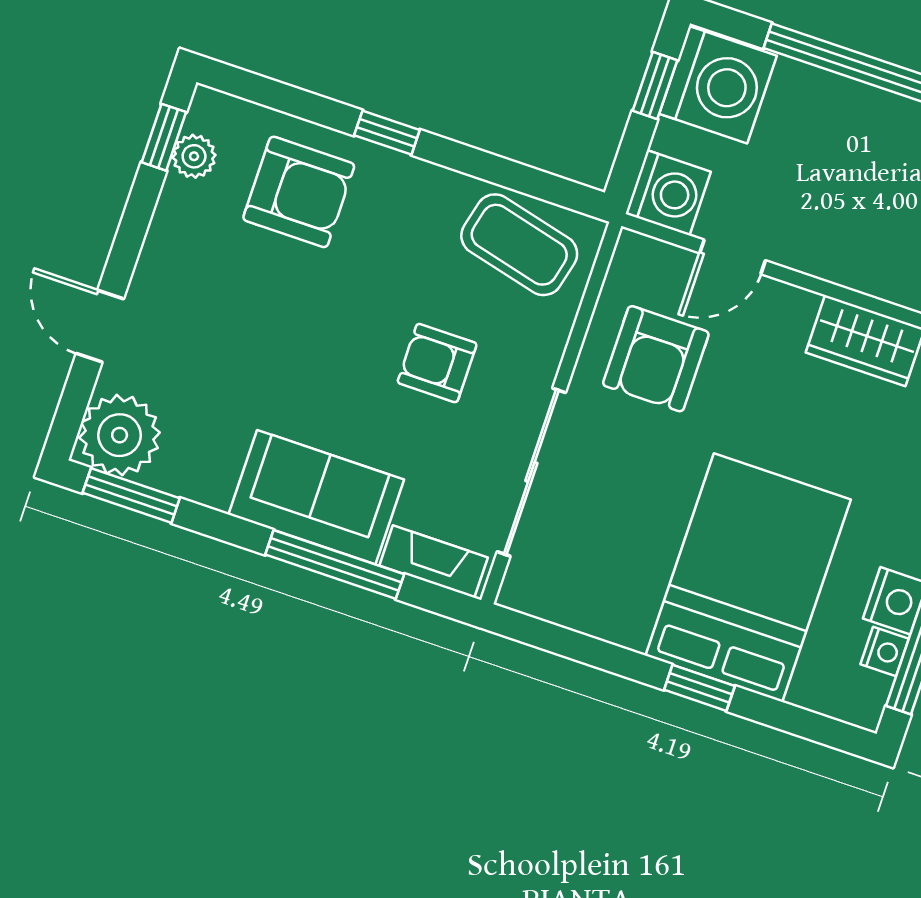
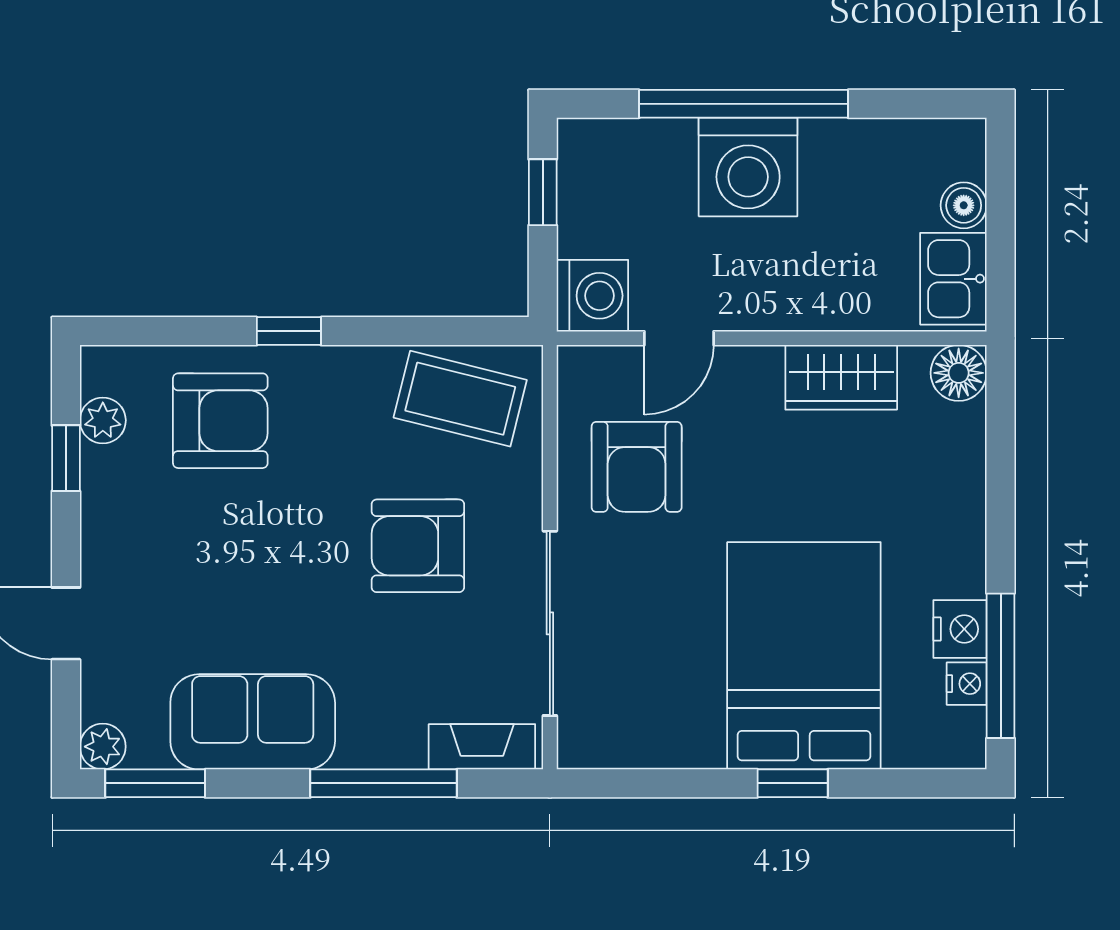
washing machine: (718, 85) -> (748, 167), moved, turned 90
window: (164, 137) -> (66, 458), moved
armchair: (437, 363) -> (418, 546), width x1.38, depth x1.38
plant: (120, 435) -> (103, 747), width x0.53, depth x0.53
sofa: (316, 497) -> (253, 722), moved

